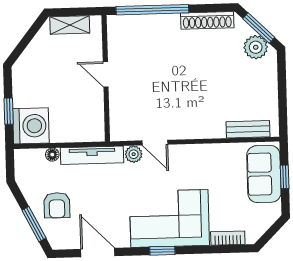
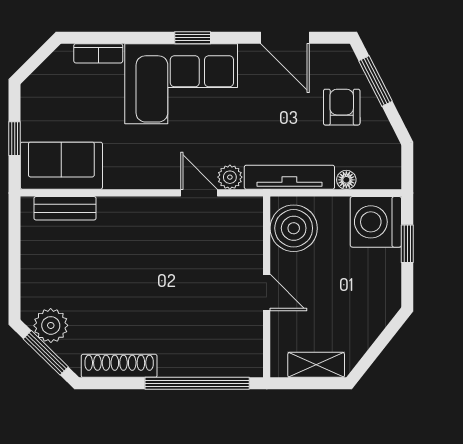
boiler: (88, 120) -> (294, 228), added
sofa: (264, 174) -> (61, 166), moved, turned -90

